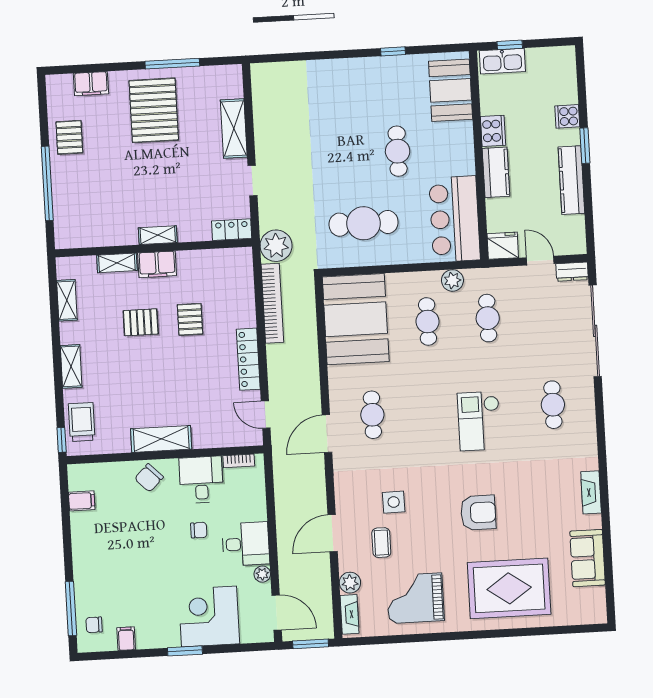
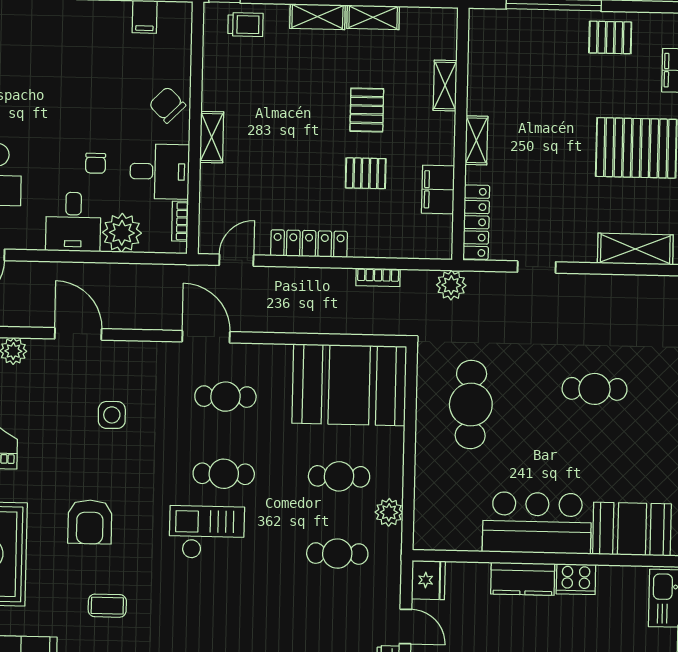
shelving: (234, 128) -> (635, 249), moved
cafe table: (398, 151) -> (595, 389), moved
bar counter: (455, 219) -> (537, 523), moved
locker: (232, 230) -> (476, 222), width x1.53
plant: (276, 246) -> (451, 285), width x0.73, depth x0.73
door: (540, 261) -> (405, 626), hinge flipped
filing cabinet: (157, 264) -> (438, 190), moved
shelving: (67, 300) -> (373, 17), moved
bookcase: (272, 303) -> (378, 277), width x0.43, depth x0.76
cafe table: (553, 405) -> (224, 474), moved
trolley: (82, 422) -> (245, 25), width x0.73, depth x0.72
shelving: (161, 439) -> (212, 137), width x0.67, depth x0.75
coffee table: (381, 543) -> (107, 606), moved
plant: (262, 574) -> (122, 233), moved, width x1.88, depth x1.88

